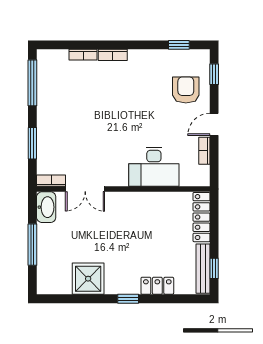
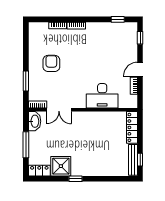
window: (32, 83) -> (26, 43), removed
armchair: (186, 90) -> (51, 63), moved
locker: (157, 286) -> (39, 171), moved
window: (128, 299) -> (75, 179), moved

